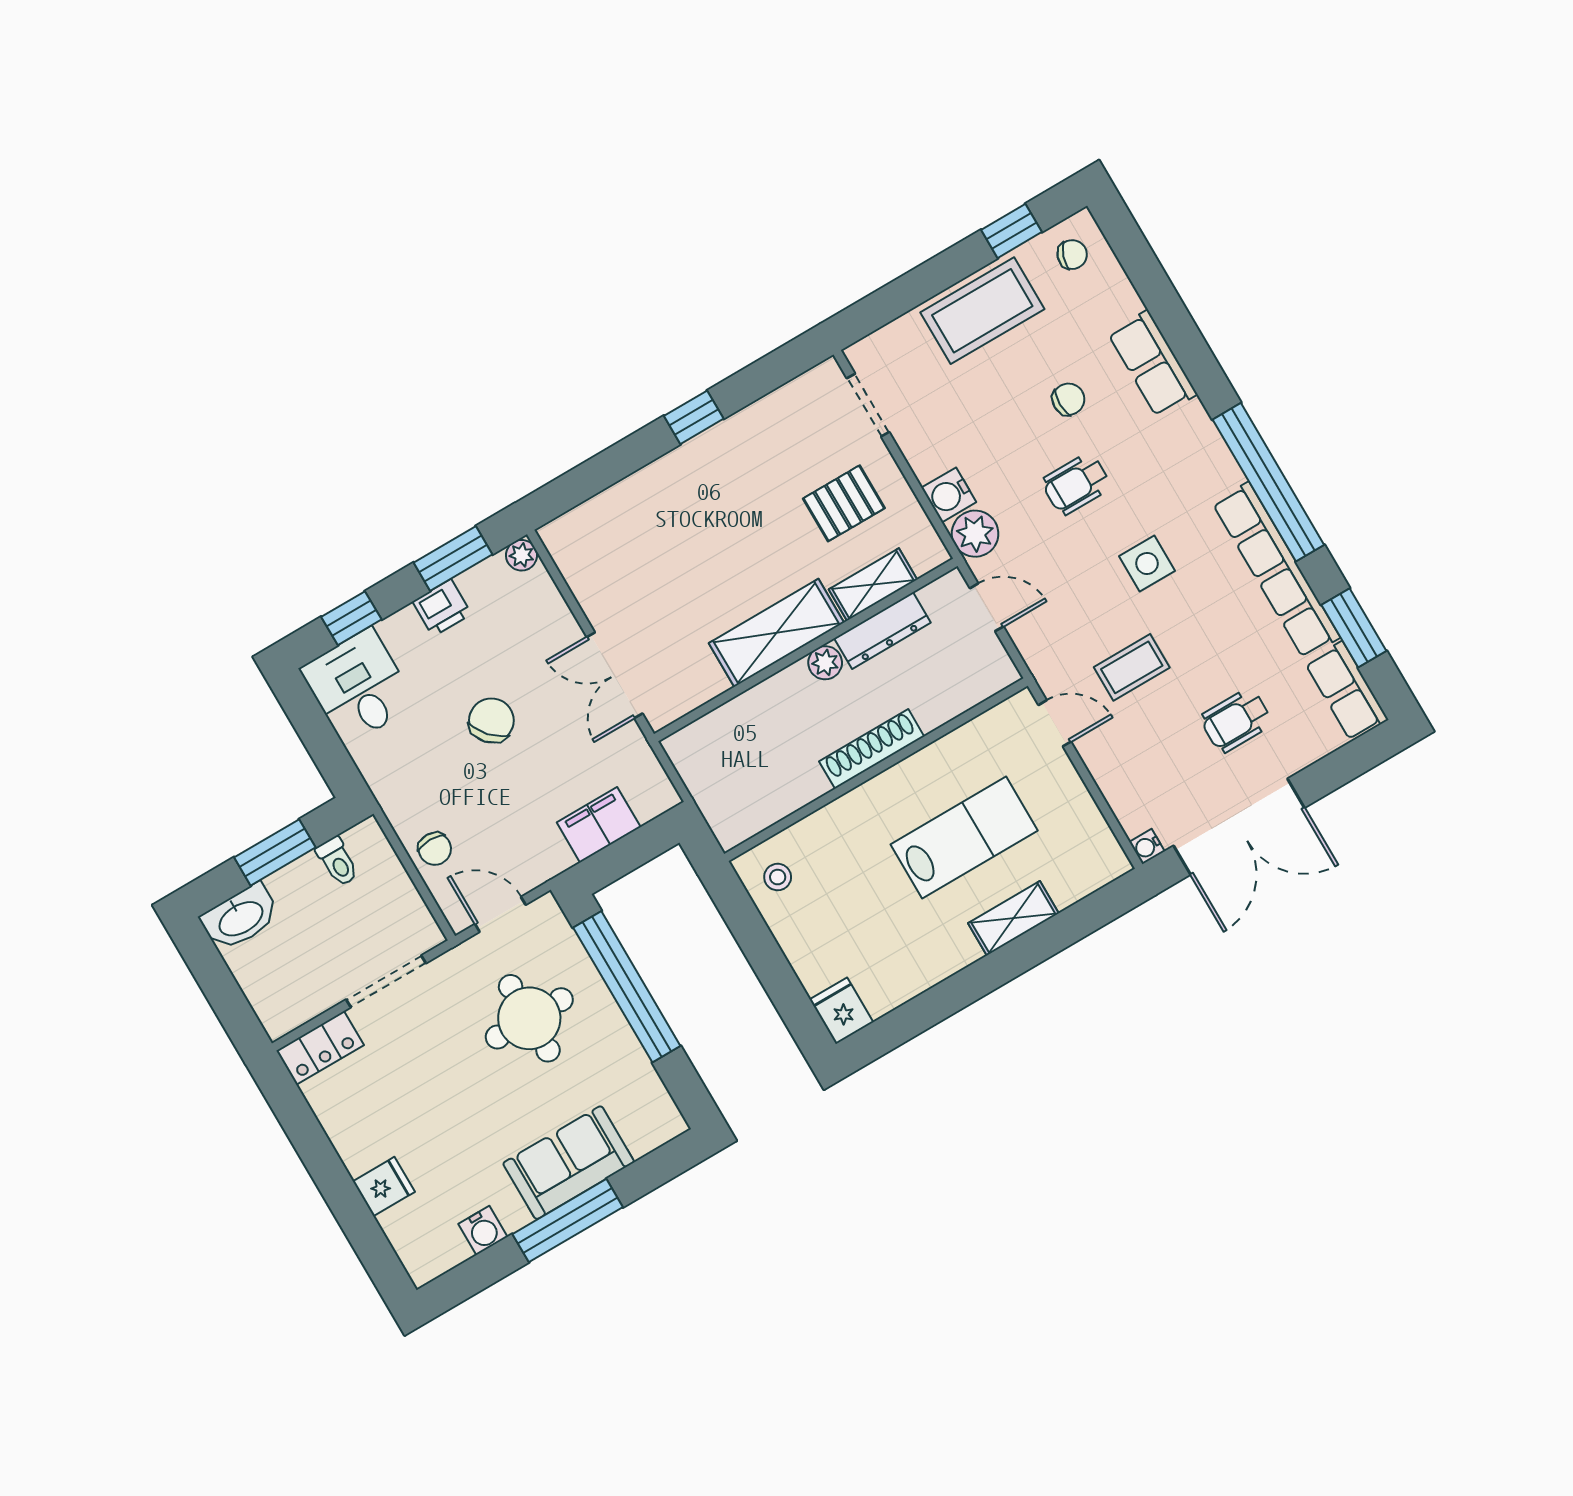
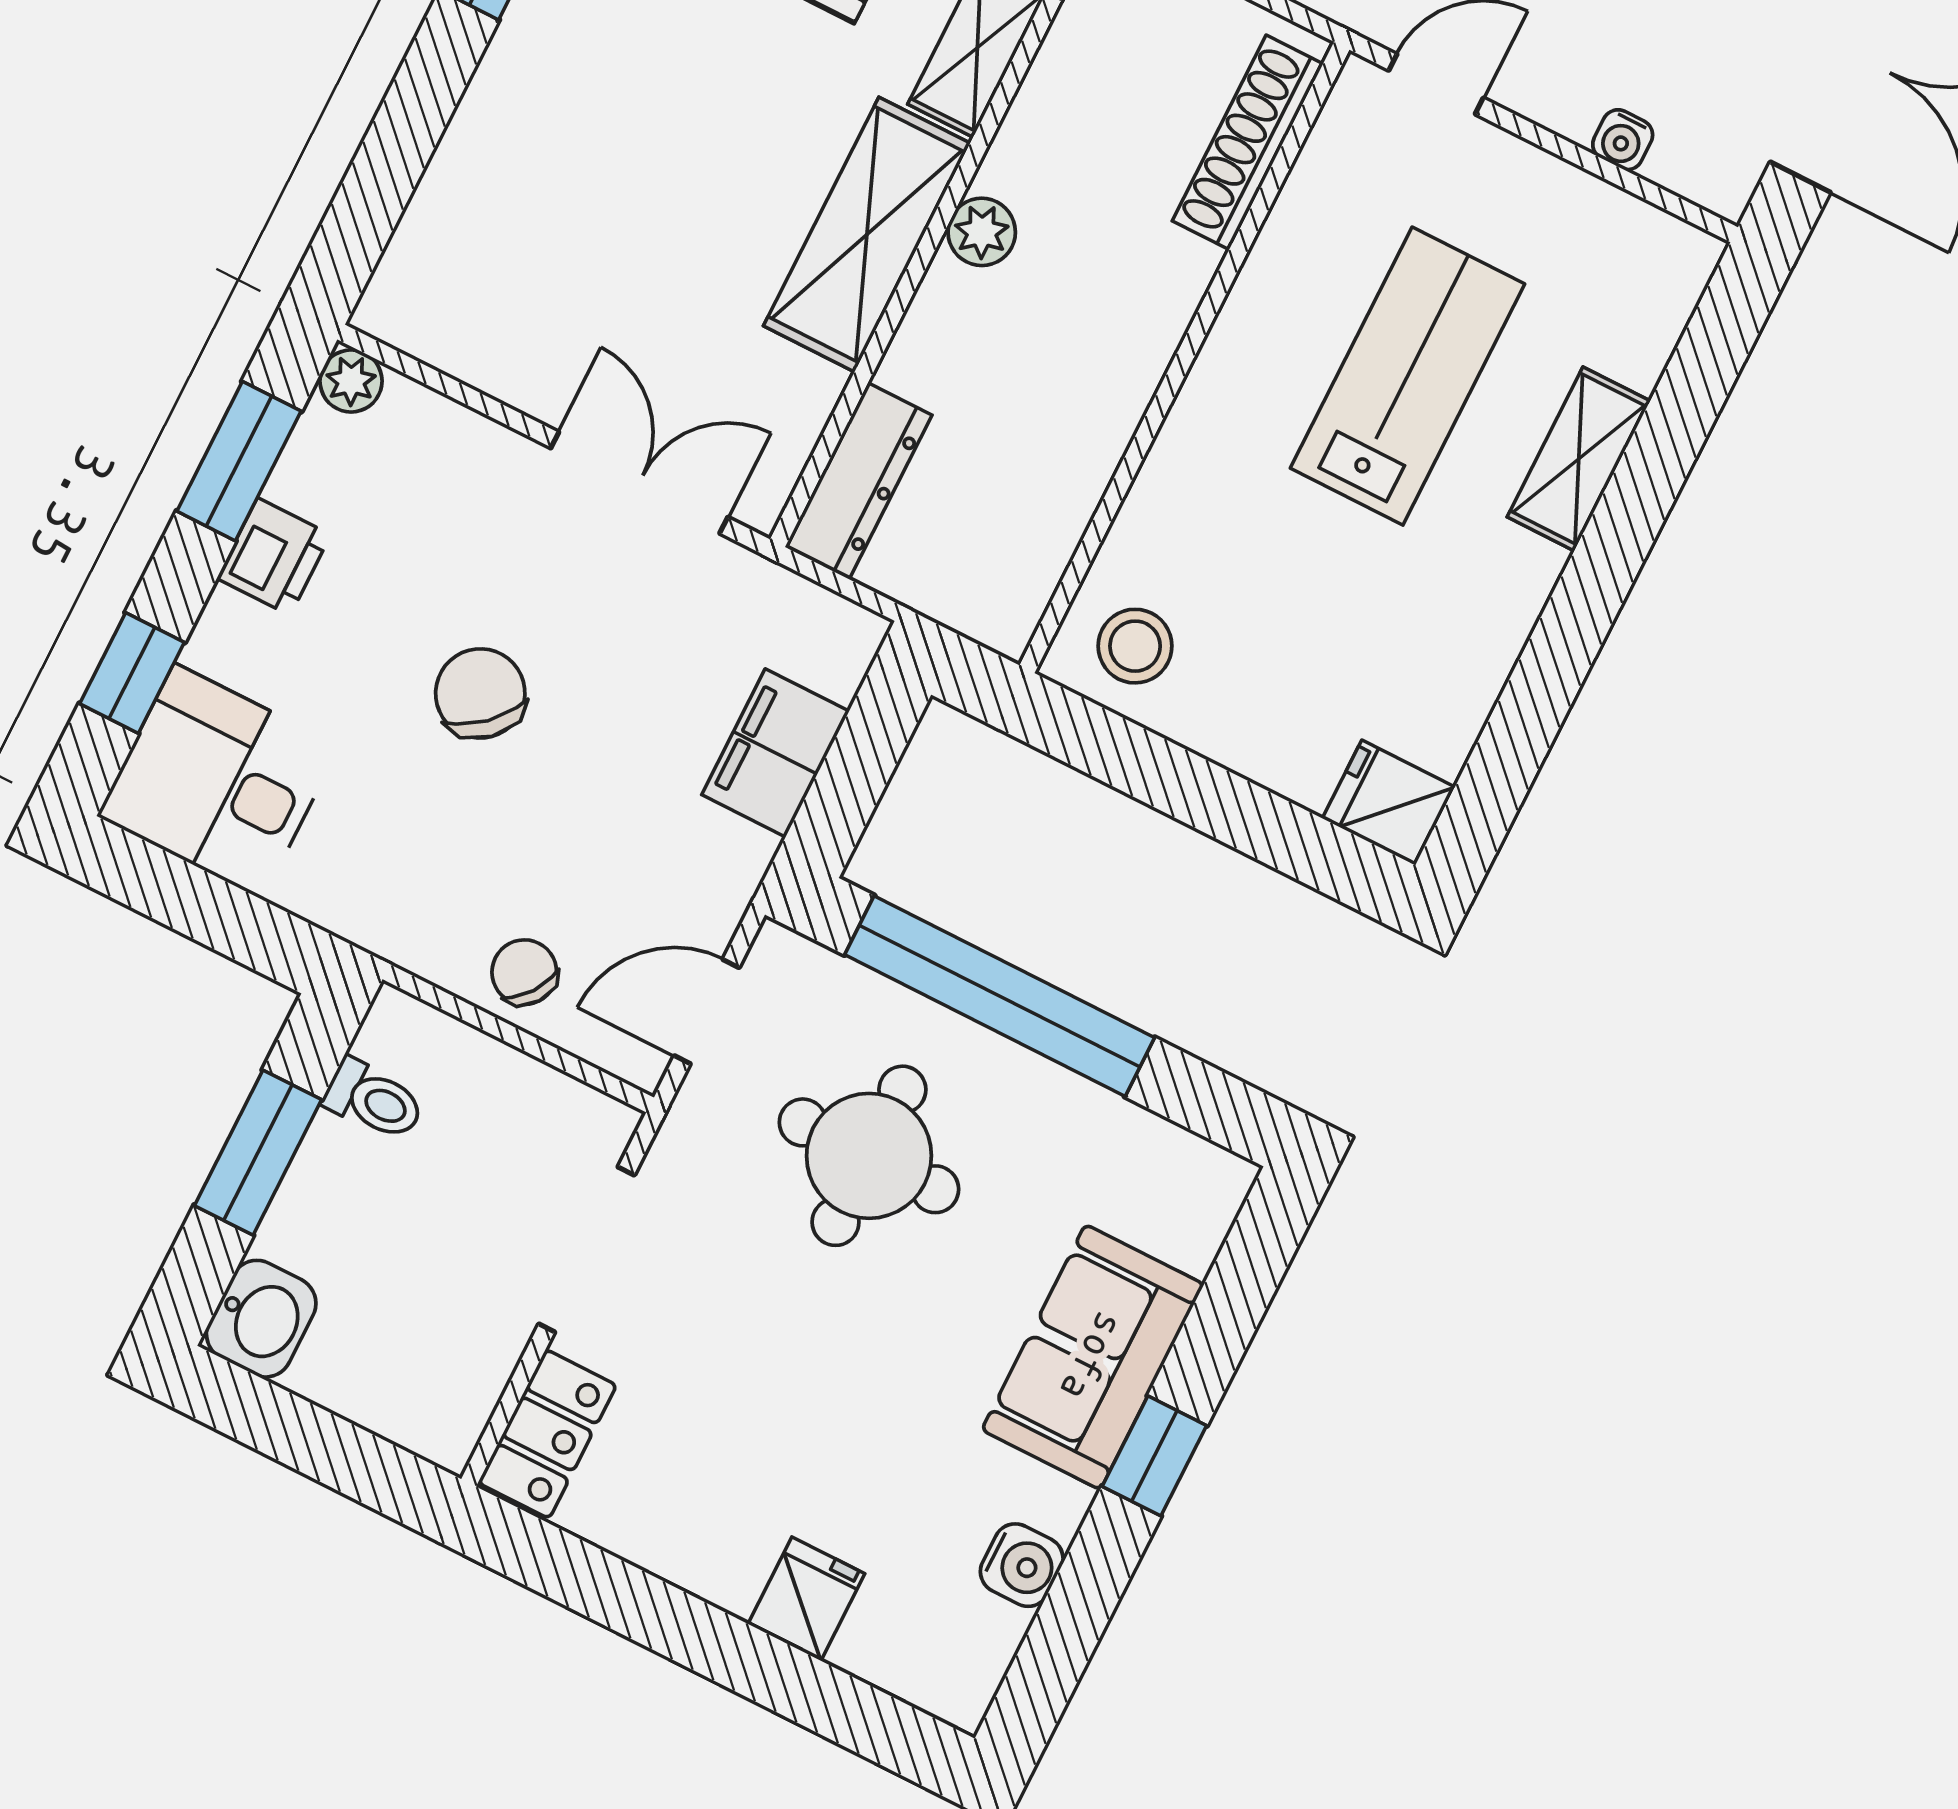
dresser: (882, 630) -> (859, 481), moved
double door: (615, 675) -> (639, 483), swing flipped
shoe rack: (872, 749) -> (1248, 142), moved
water cooler: (1147, 847) -> (1623, 140), moved
chair: (435, 849) -> (524, 972), turned -144
stool: (778, 877) -> (1135, 646), width x1.37, depth x1.37
washbasin: (240, 918) -> (261, 1319), width x0.72
window: (568, 1221) -> (1154, 1456), width x0.46

